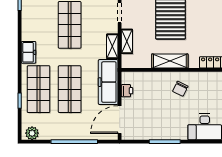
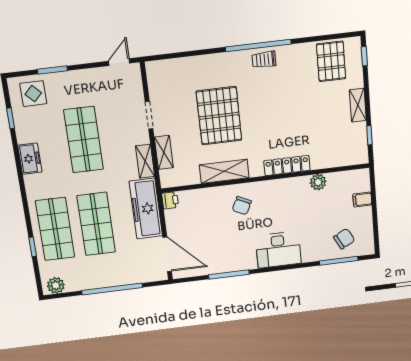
freezer: (29, 52) -> (30, 159), moved
printer: (127, 91) -> (170, 200), moved
door: (120, 120) -> (167, 254), swing flipped

